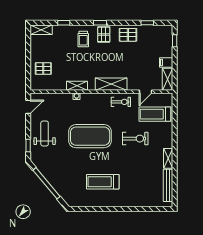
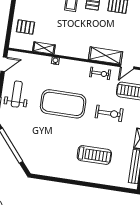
shelving: (111, 84) -> (105, 56), moved
shelving: (77, 86) -> (44, 48), moved
treadmill: (103, 182) -> (94, 155), moved, turned 180

